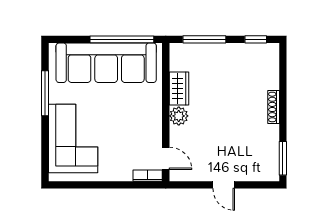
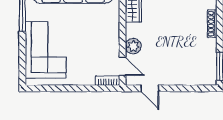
plant: (179, 116) -> (133, 46), moved
door: (224, 185) -> (150, 88), moved

